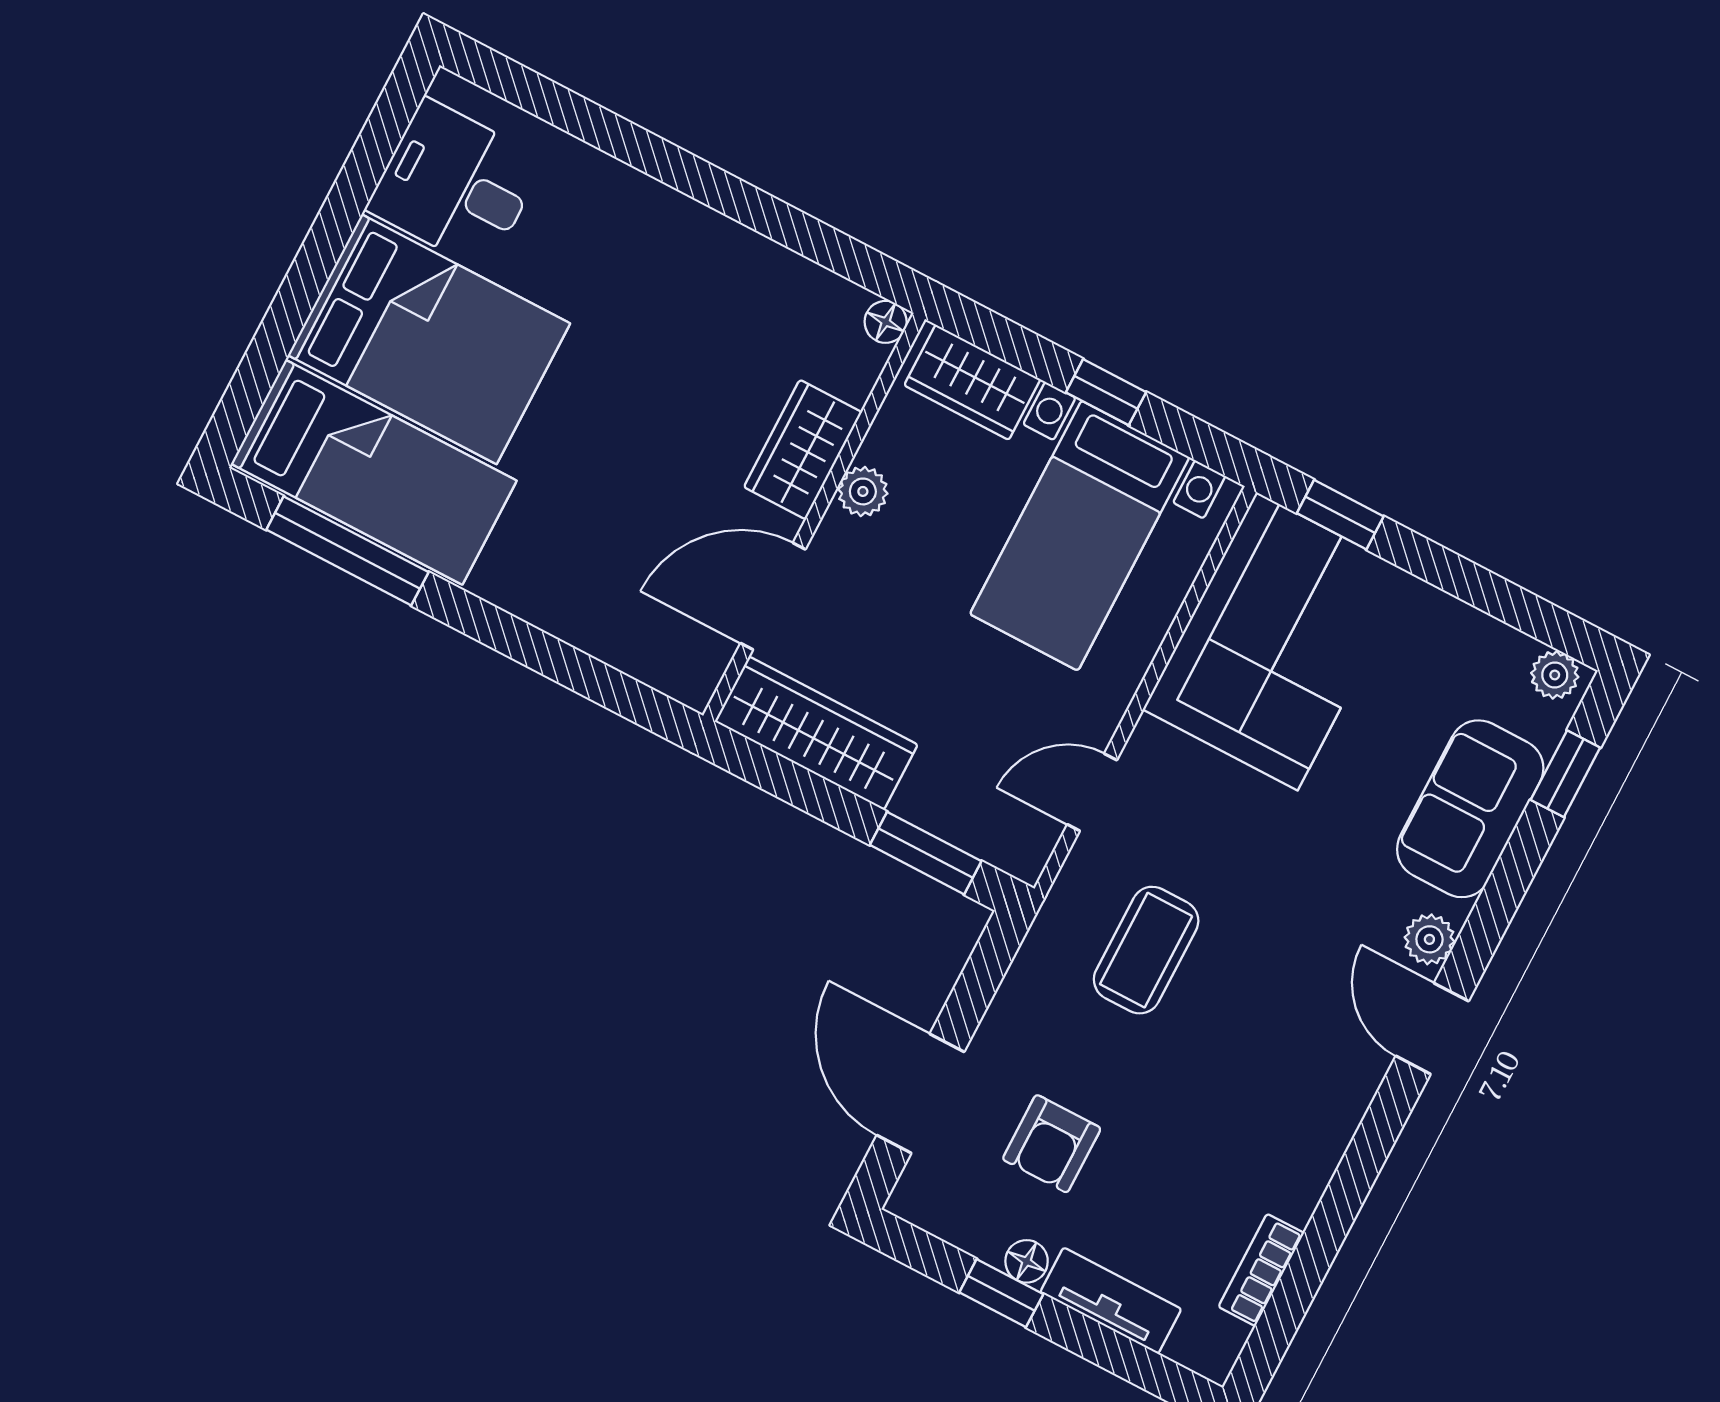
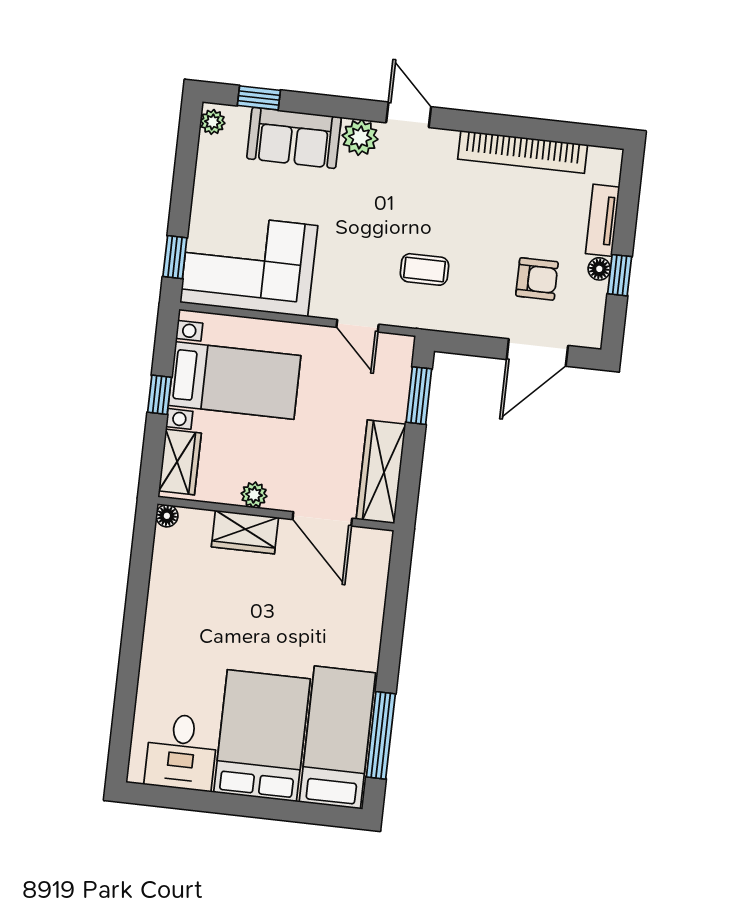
plant: (1429, 939) -> (360, 137), width x1.38, depth x1.38
coffee table: (1146, 950) -> (424, 269), width x0.73, depth x0.77
door: (1432, 1029) -> (409, 115), swing flipped
bookcase: (1261, 1270) -> (523, 152), width x2.31, depth x1.31

